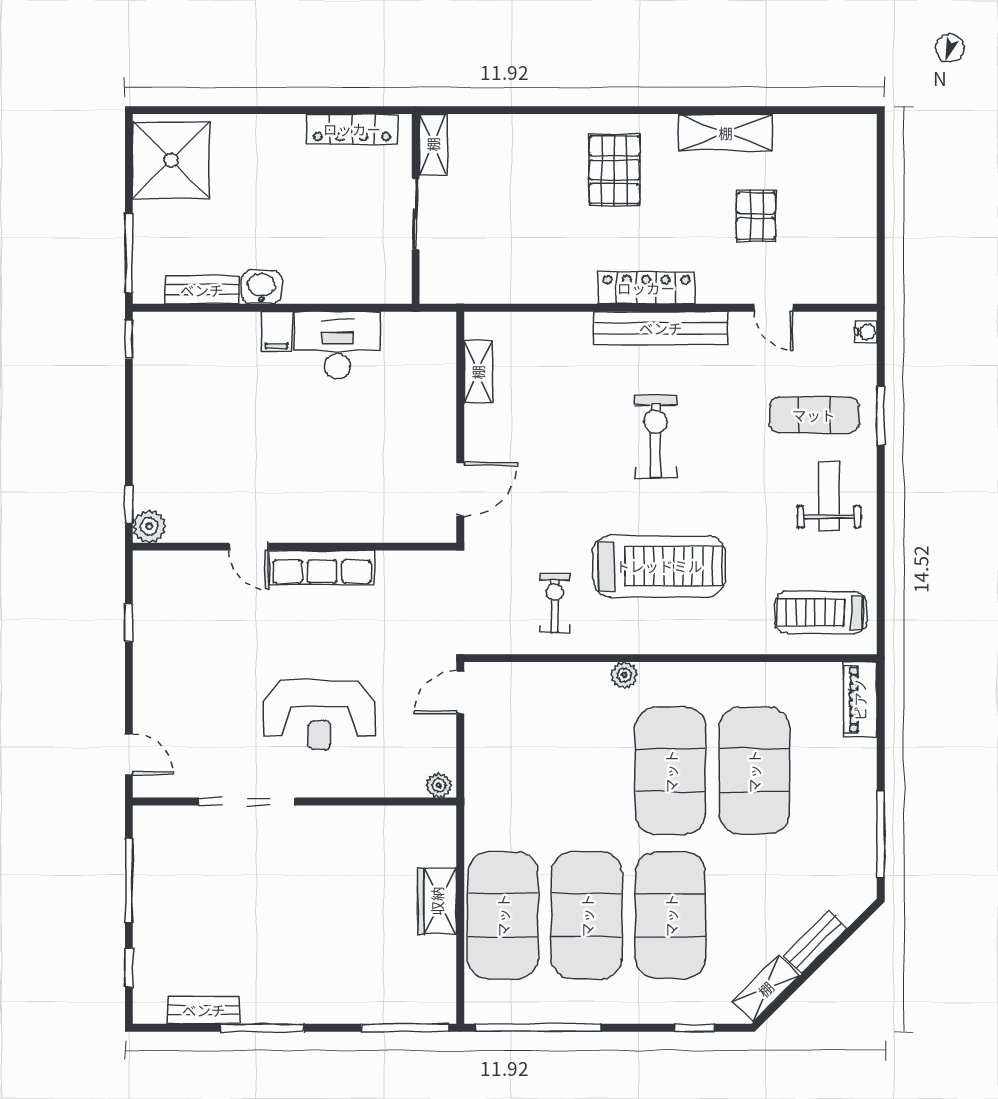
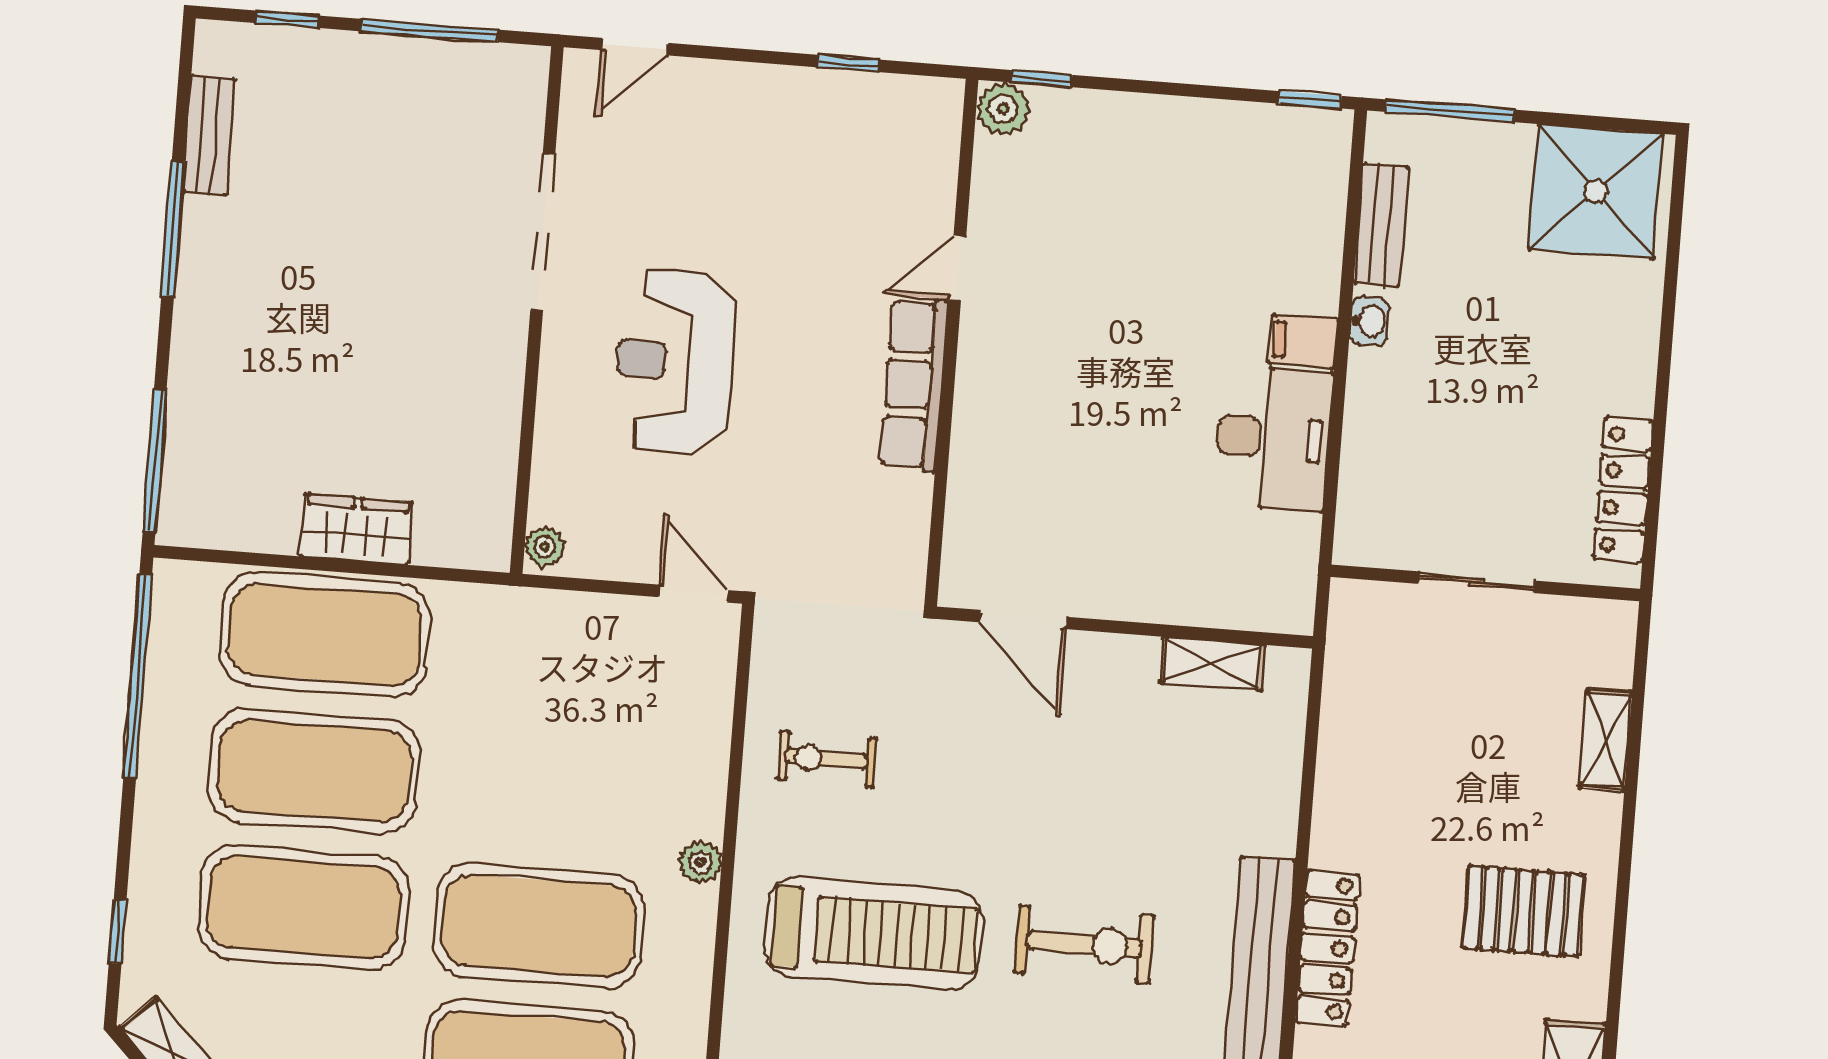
shelving: (433, 144) -> (1606, 740), moved, turned 90
washbasin: (261, 287) -> (1370, 321), width x0.72, depth x0.69
treadmill: (659, 566) -> (873, 933), turned -90
exercise bike: (555, 603) -> (827, 759), turned 180

